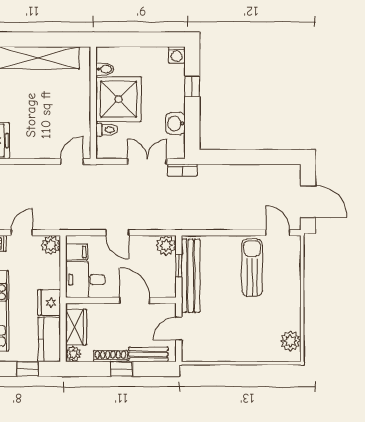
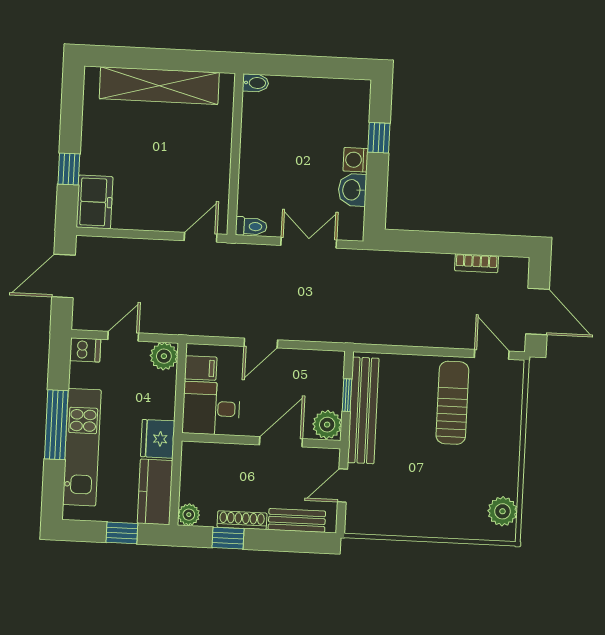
washing machine: (177, 55) -> (355, 160), moved, turned 90
bidet: (105, 69) -> (256, 83), moved
shower: (119, 99) -> (272, 151), removed
toilet: (107, 130) -> (251, 226), moved
bookcase: (182, 170) -> (476, 263), moved
door: (117, 233) -> (261, 343), hinge flipped
plant: (166, 245) -> (327, 425), moved
door: (135, 300) -> (281, 442), hinge flipped
wardrobe: (76, 327) -> (195, 476), removed
window: (122, 369) -> (228, 538), moved

